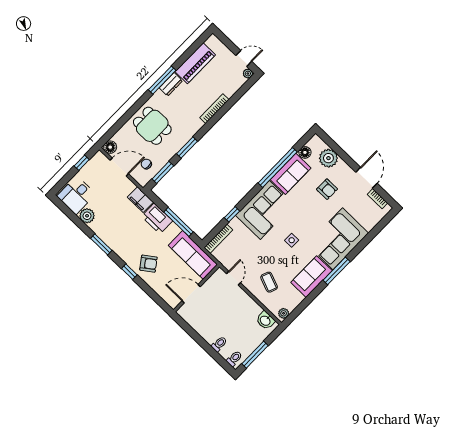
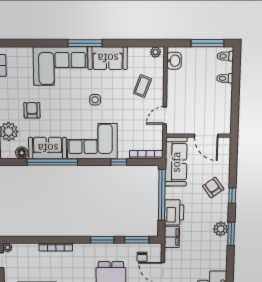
plant: (87, 216) -> (221, 229), moved
window: (178, 222) -> (162, 195), width x1.46

